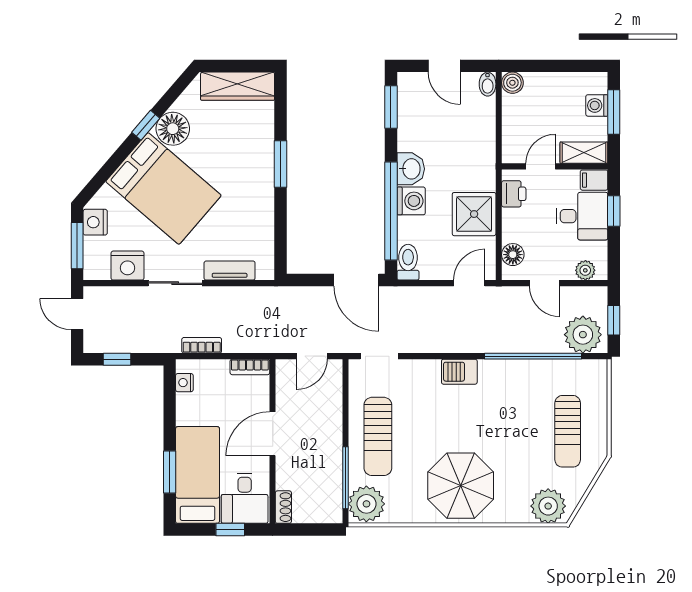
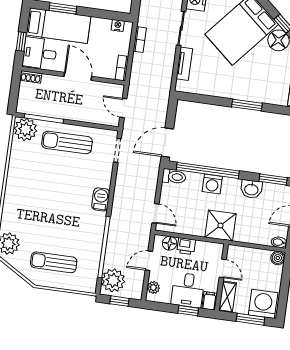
washing machine: (597, 105) -> (263, 304), width x1.89, depth x1.89
washbasin: (411, 169) -> (251, 189), moved
printer: (514, 194) -> (186, 246), moved
shower: (474, 214) -> (220, 225), moved
parasol: (461, 486) -> (29, 190), removed

